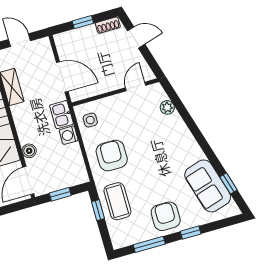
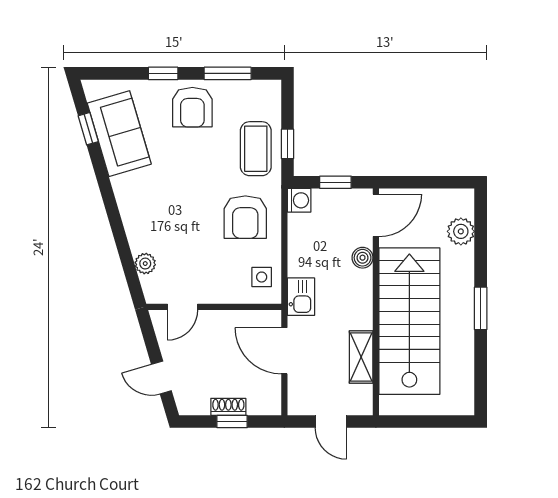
shoe rack: (108, 25) -> (228, 407), moved
washing machine: (69, 135) -> (299, 200), moved

